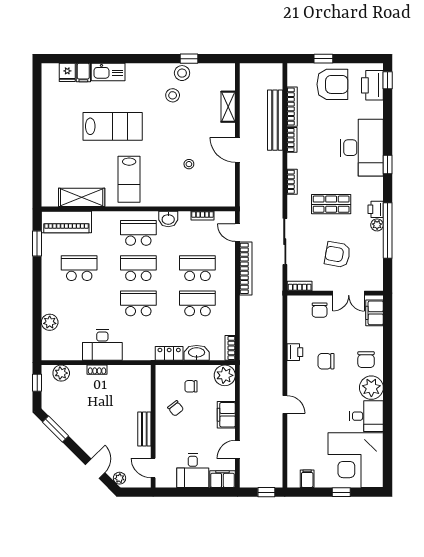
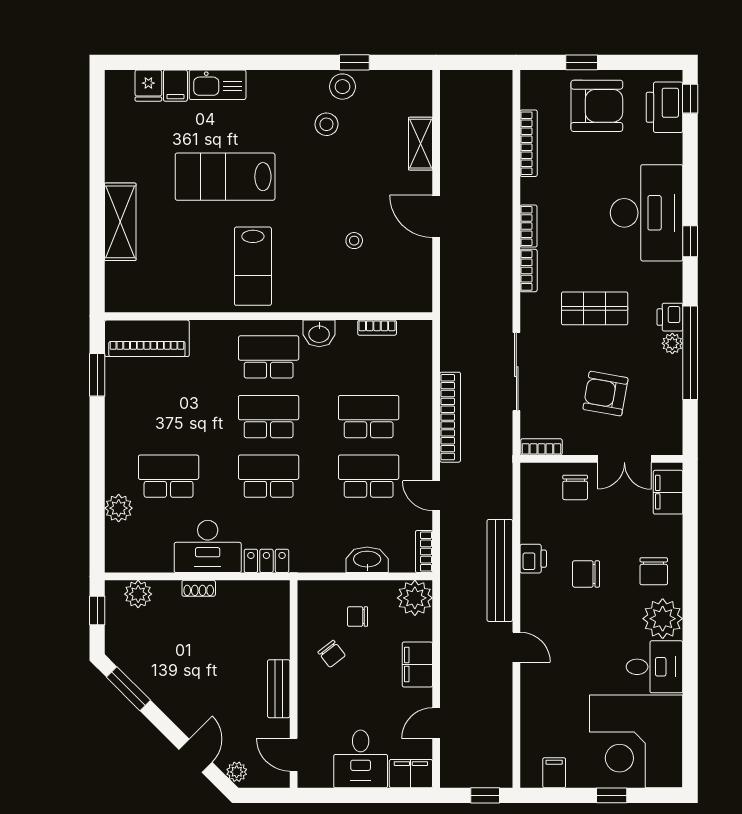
bench: (275, 120) -> (500, 570), moved
lab bench: (113, 126) -> (225, 177), turned 180
bookcase: (292, 140) -> (528, 226), moved
shelving: (82, 197) -> (120, 222), moved, turned 90
door: (237, 233) -> (436, 496), moved
school desk: (79, 268) -> (169, 476), moved
locker: (169, 353) -> (266, 561), moved

